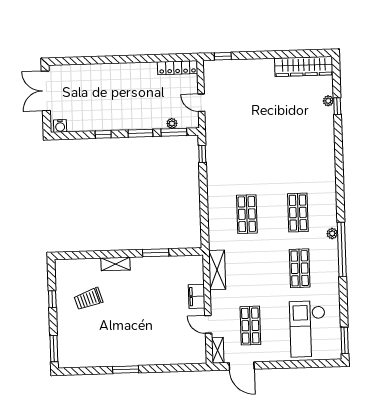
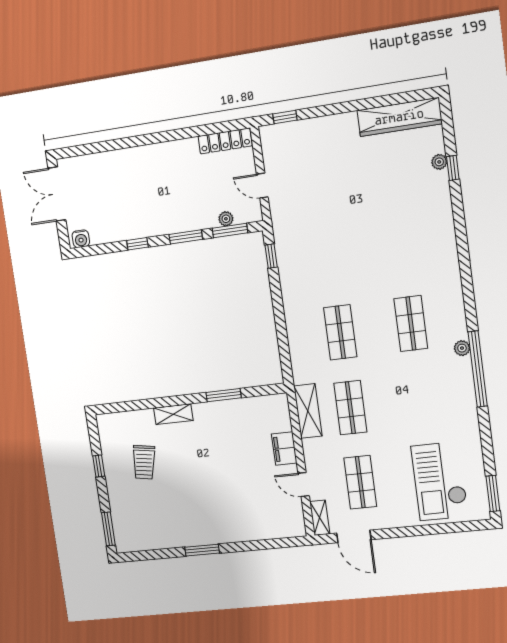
shop shelf: (300, 268) -> (350, 408), moved
trolley: (88, 299) -> (144, 462), turned -63

